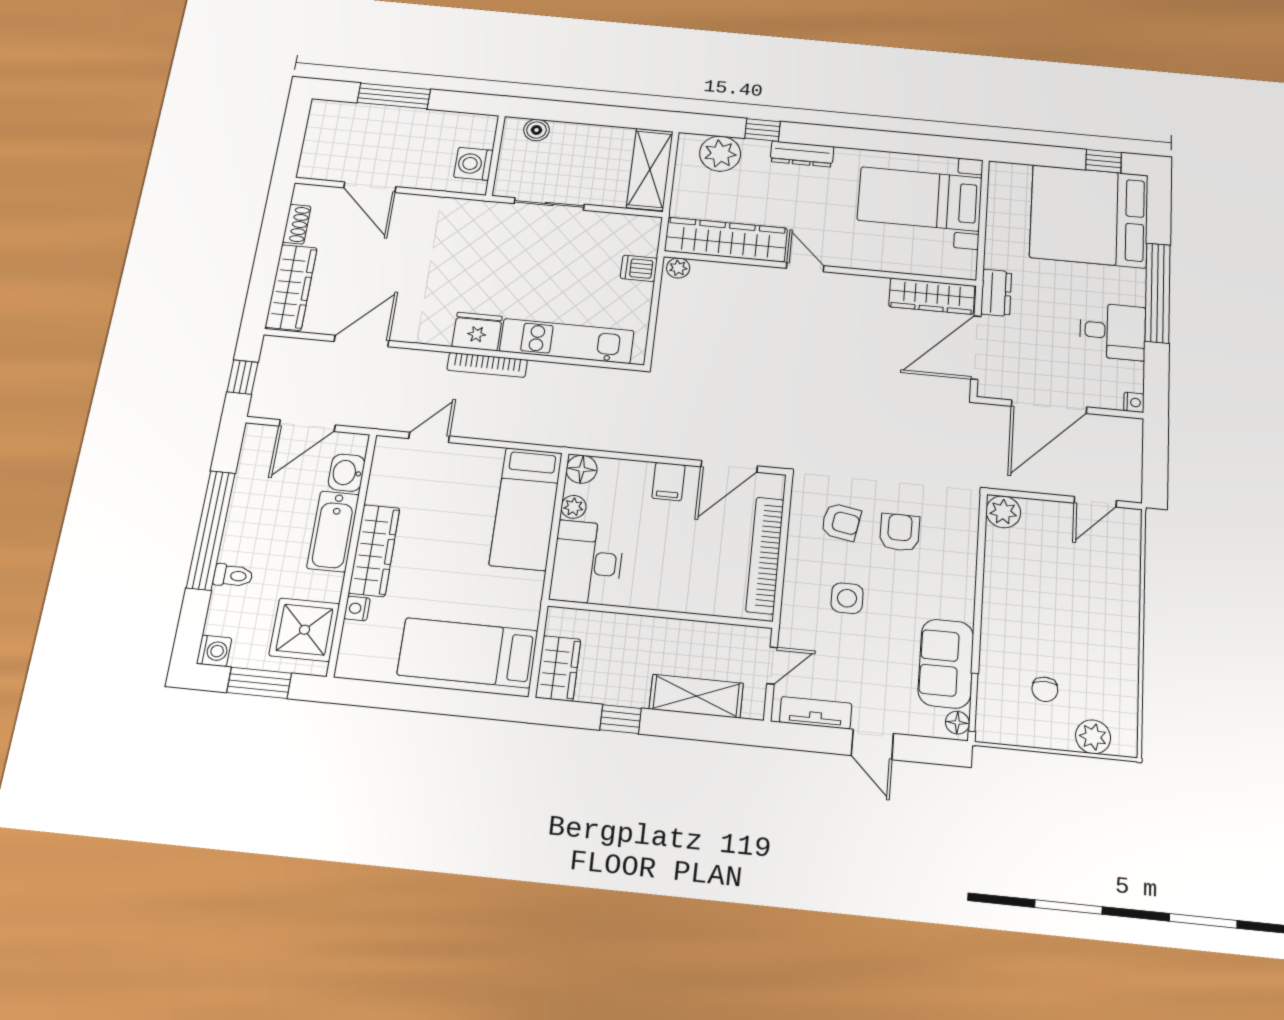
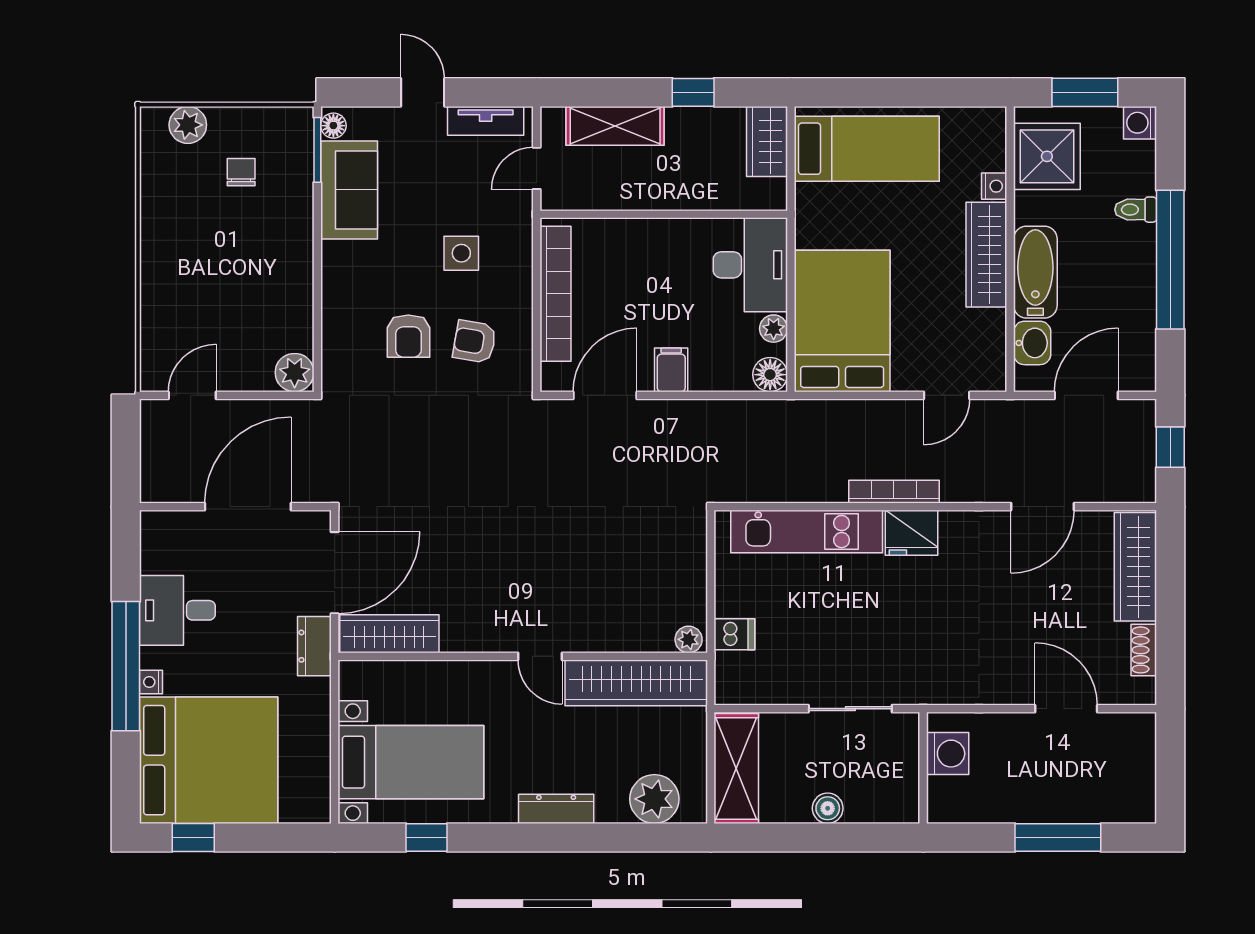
boiler: (537, 130) -> (828, 808), moved
window: (763, 130) -> (427, 837), moved
nightstand: (1134, 402) -> (151, 682), moved
bed: (526, 509) -> (842, 321), width x1.50

